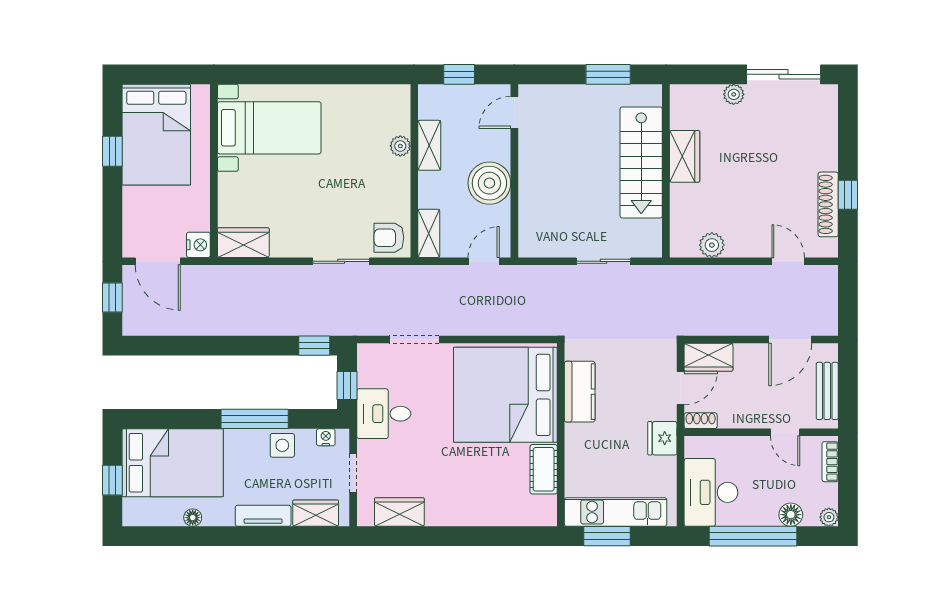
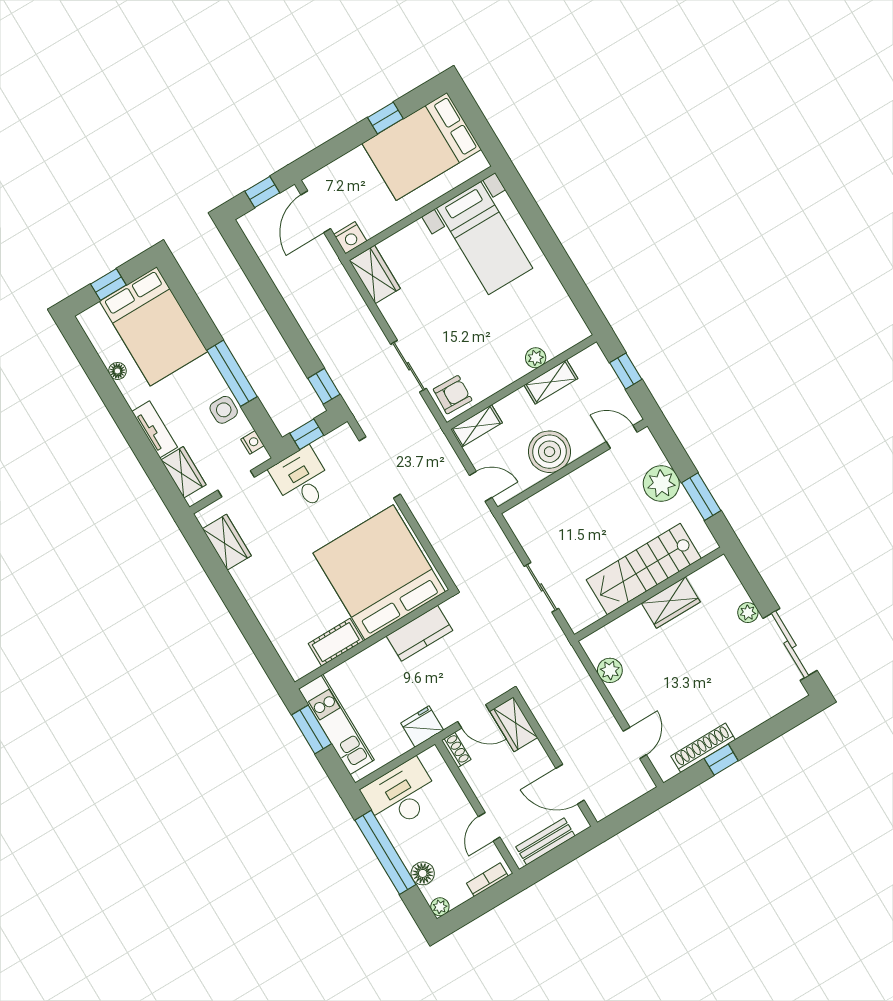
plant: (576, 102) -> (661, 484), added
armchair: (389, 238) -> (453, 395), turned 92
doorway: (414, 339) -> (380, 468), width x1.36

